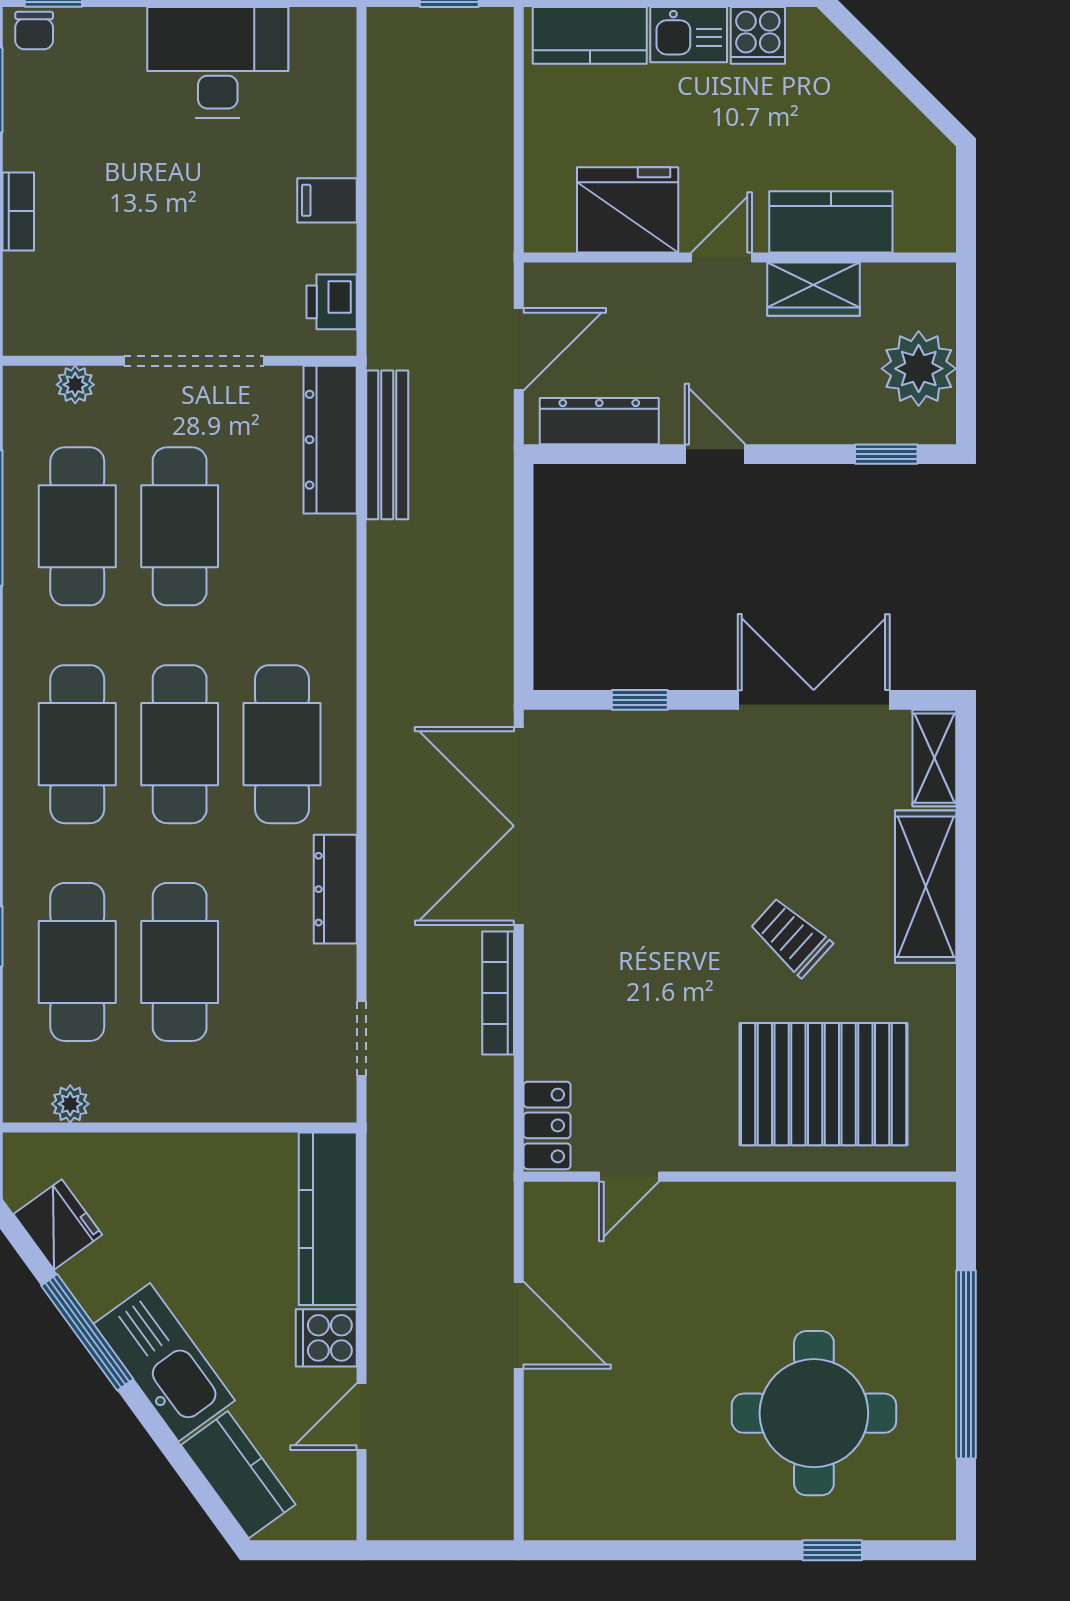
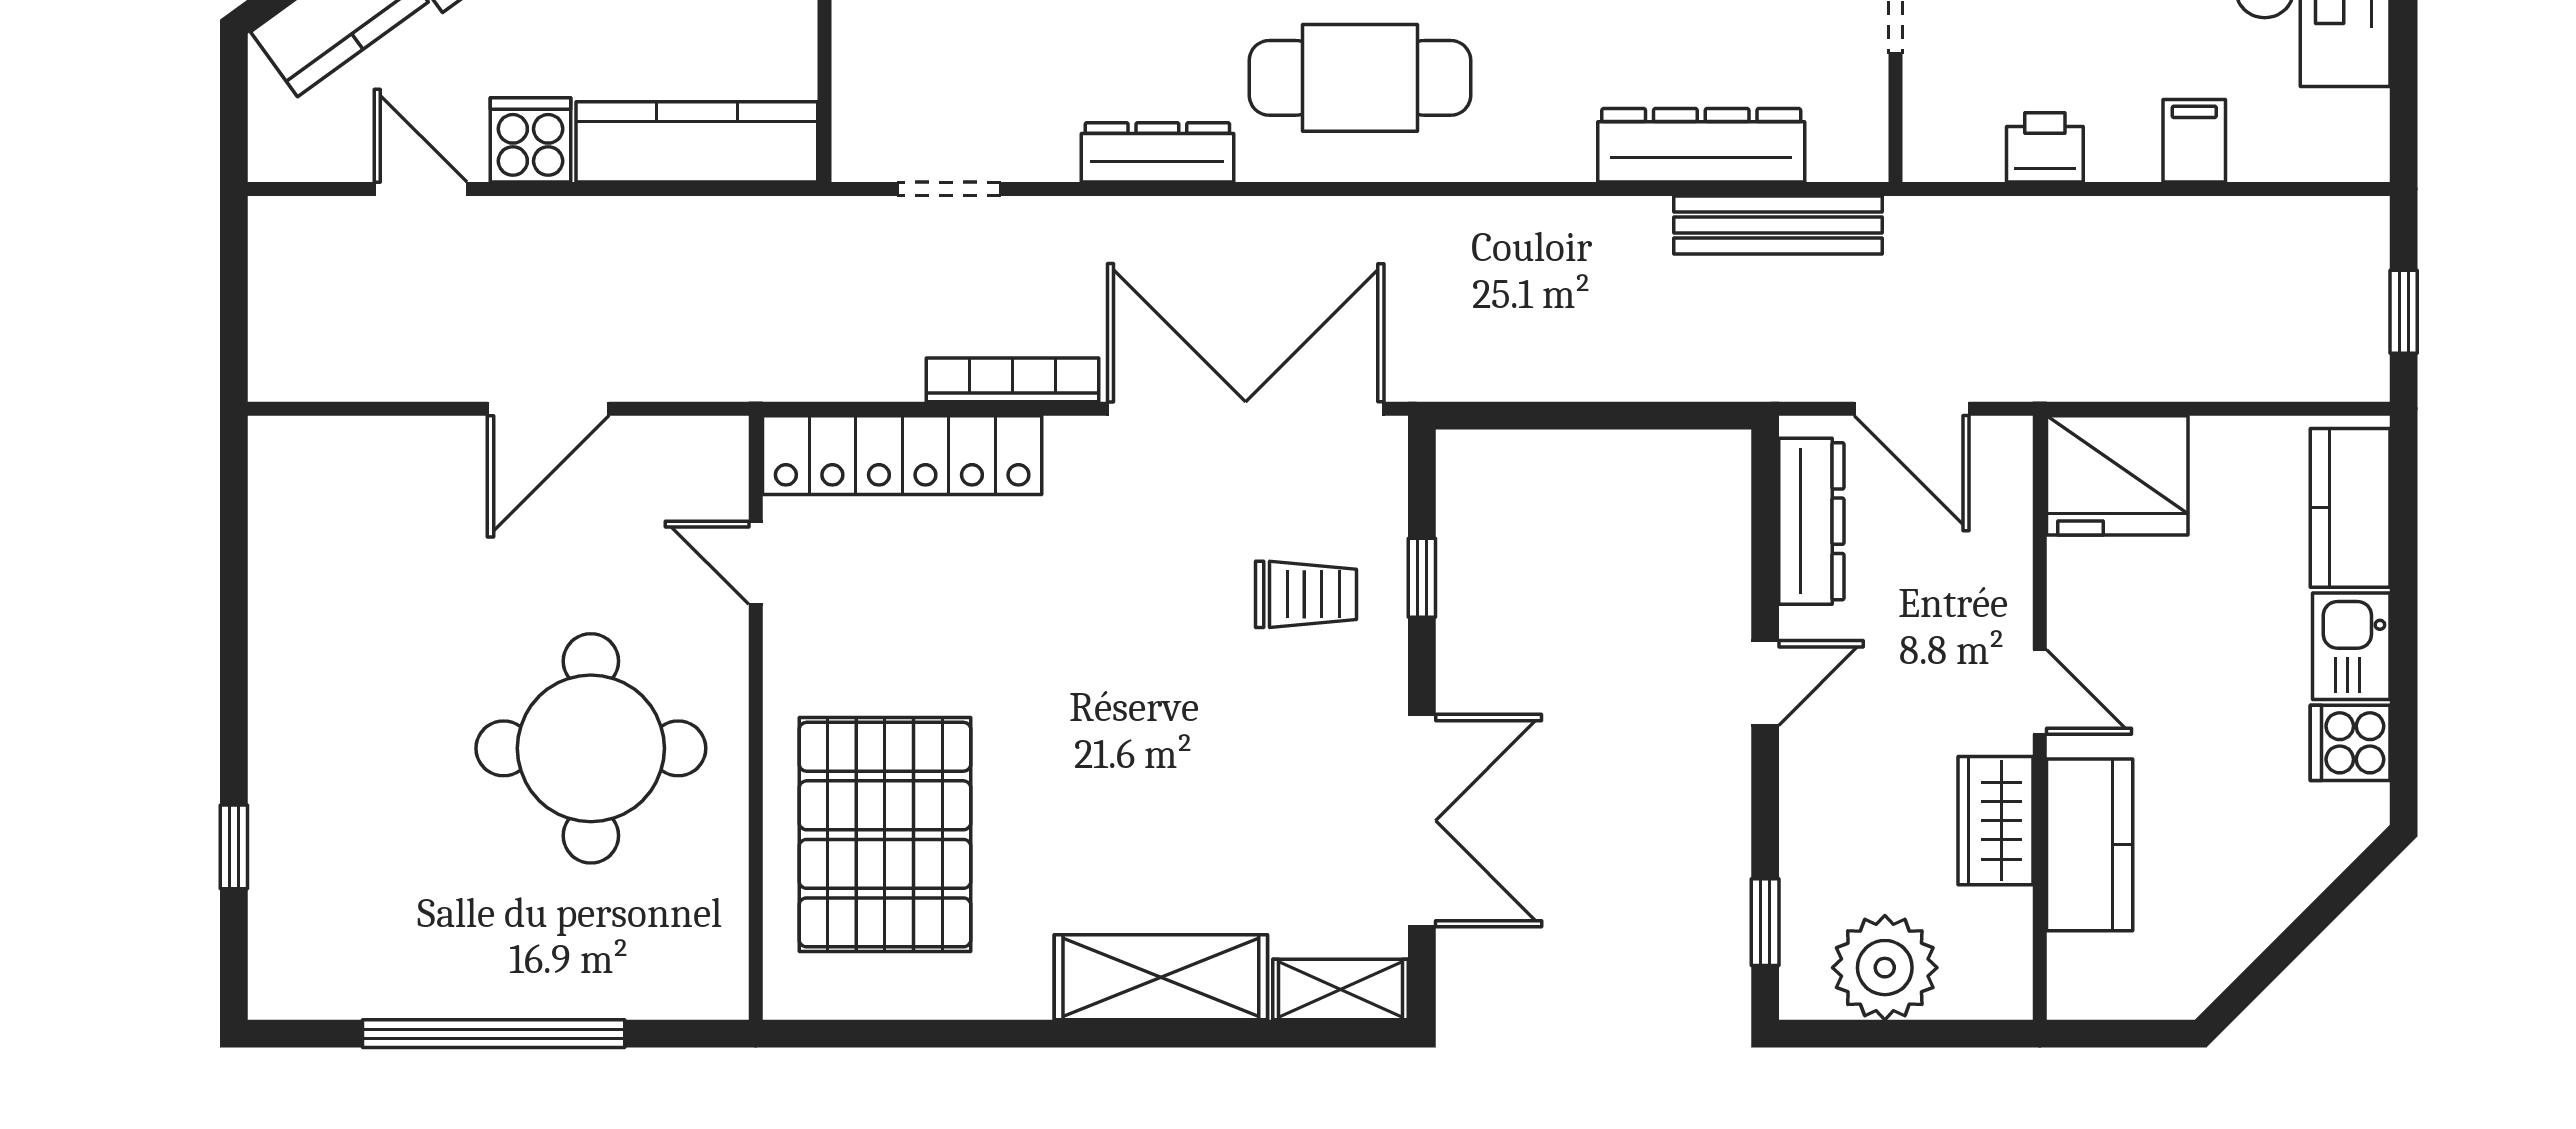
filing cabinet: (327, 200) -> (2194, 141), moved
fridge: (628, 210) -> (2117, 475), moved, turned 90
printer: (332, 302) -> (2045, 147), moved
dresser: (330, 440) -> (1701, 145), moved
trolley: (791, 937) -> (1306, 594), moved, turned 48
locker: (547, 1125) -> (902, 455), width x2.16, depth x1.21
round table: (814, 1413) -> (591, 748), moved

